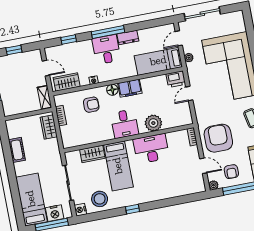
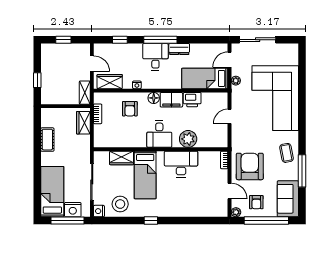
printer: (176, 79) -> (192, 100), moved
armchair: (91, 105) -> (130, 109), turned 90

